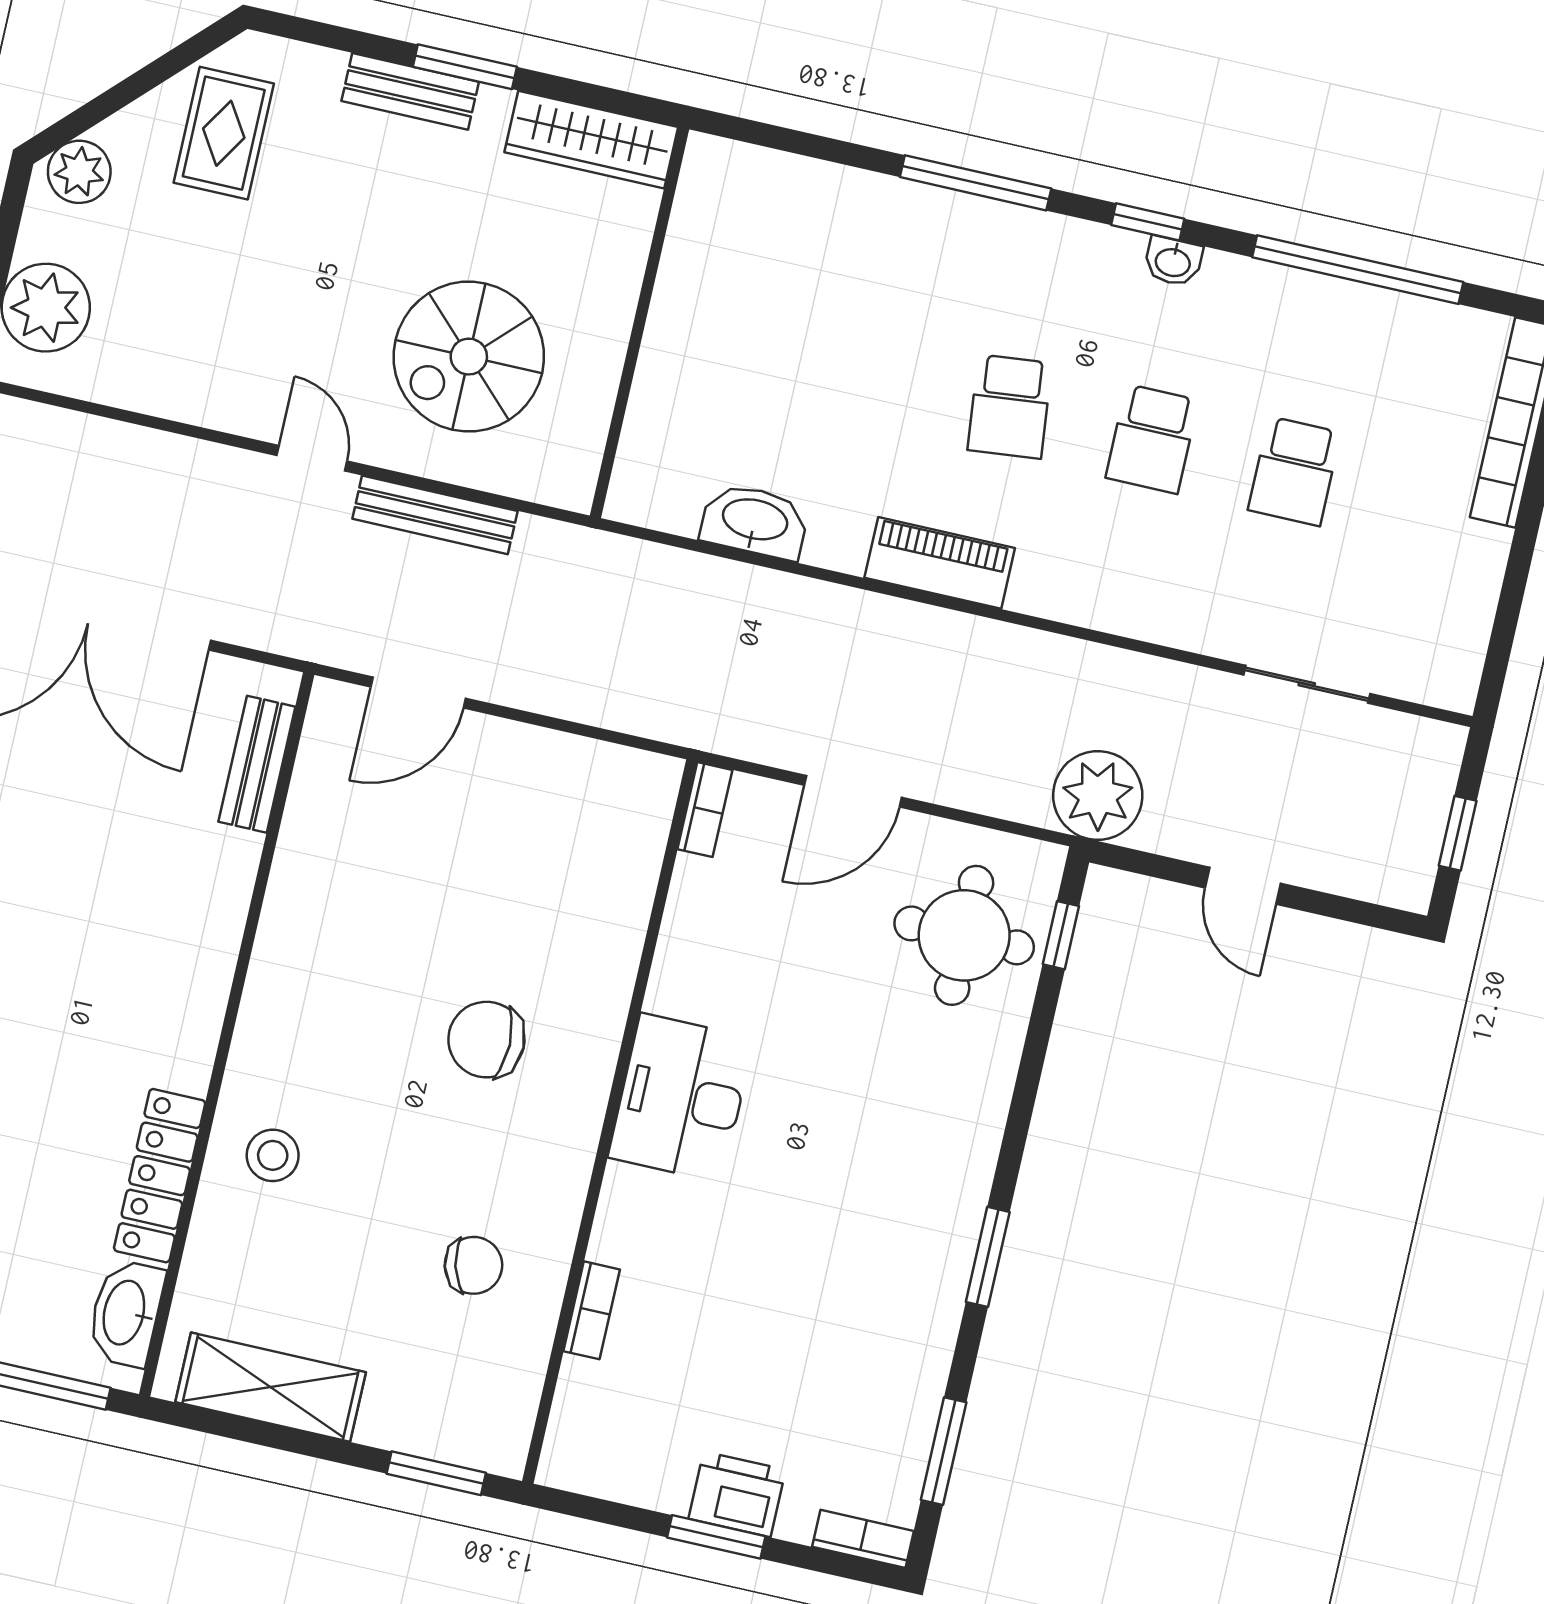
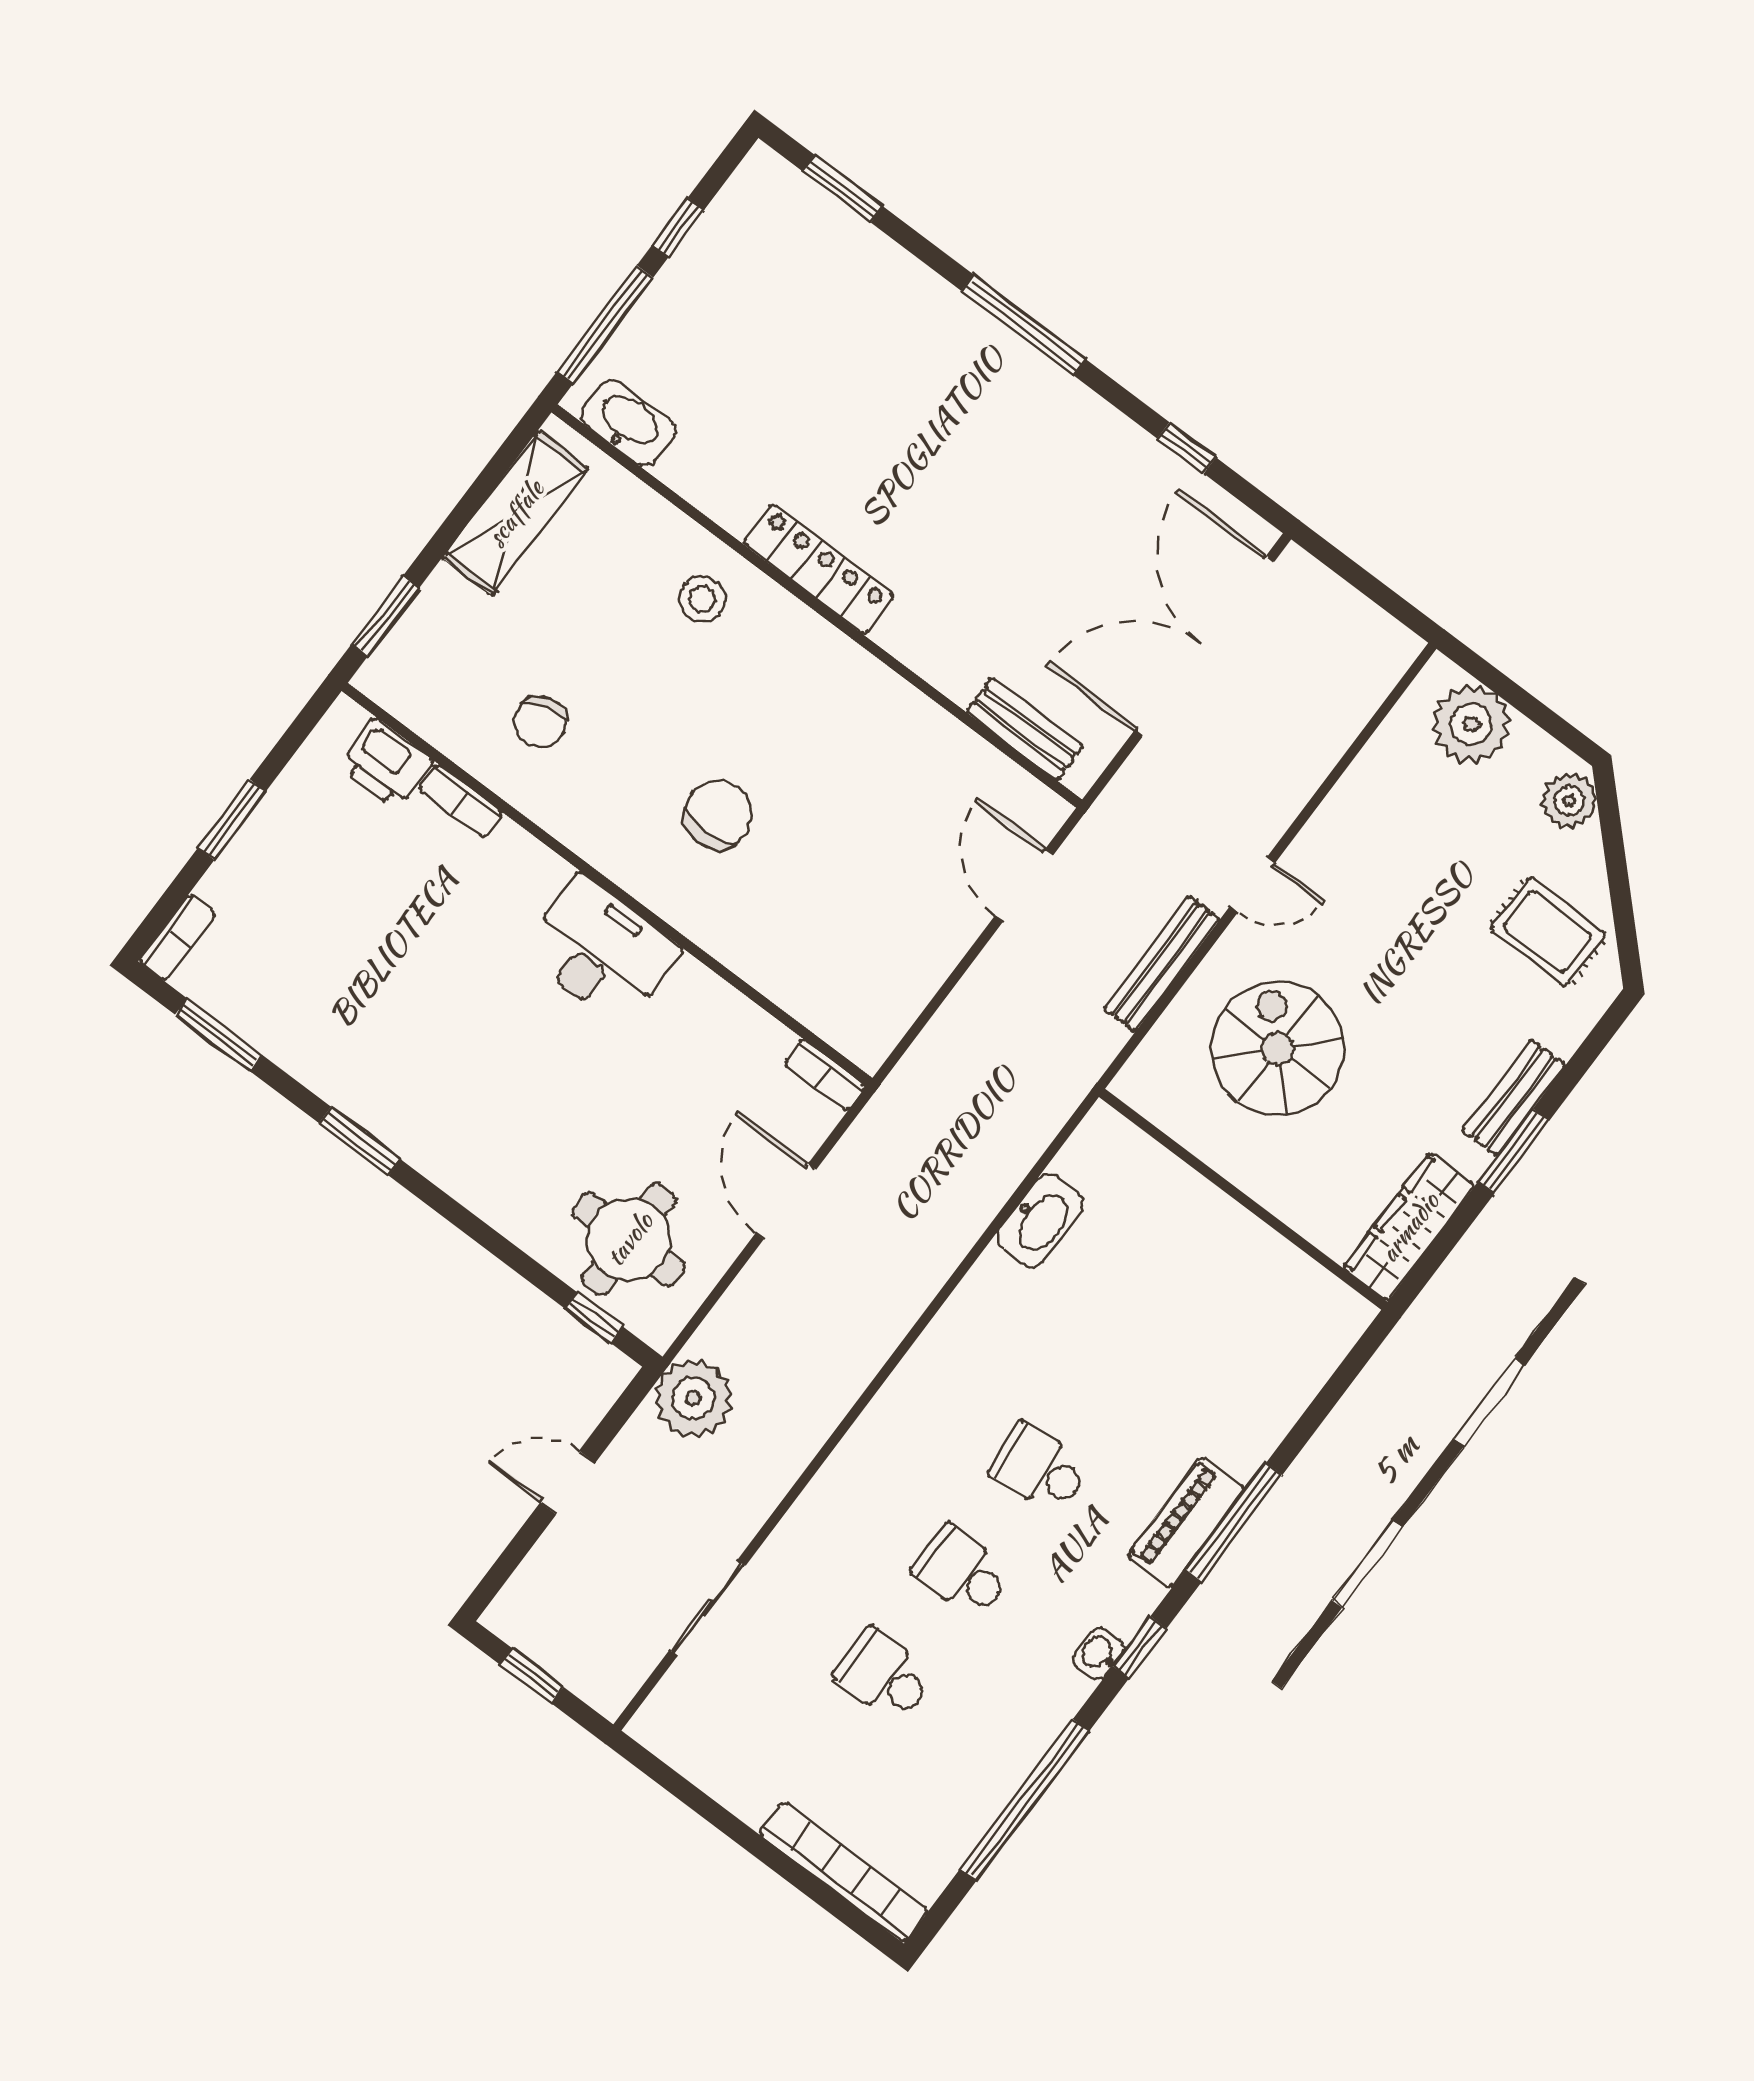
piano: (940, 563) -> (1186, 1522), moved, turned 180
locker: (160, 1176) -> (818, 569), moved
printer: (737, 1494) -> (386, 763), moved, turned 90

